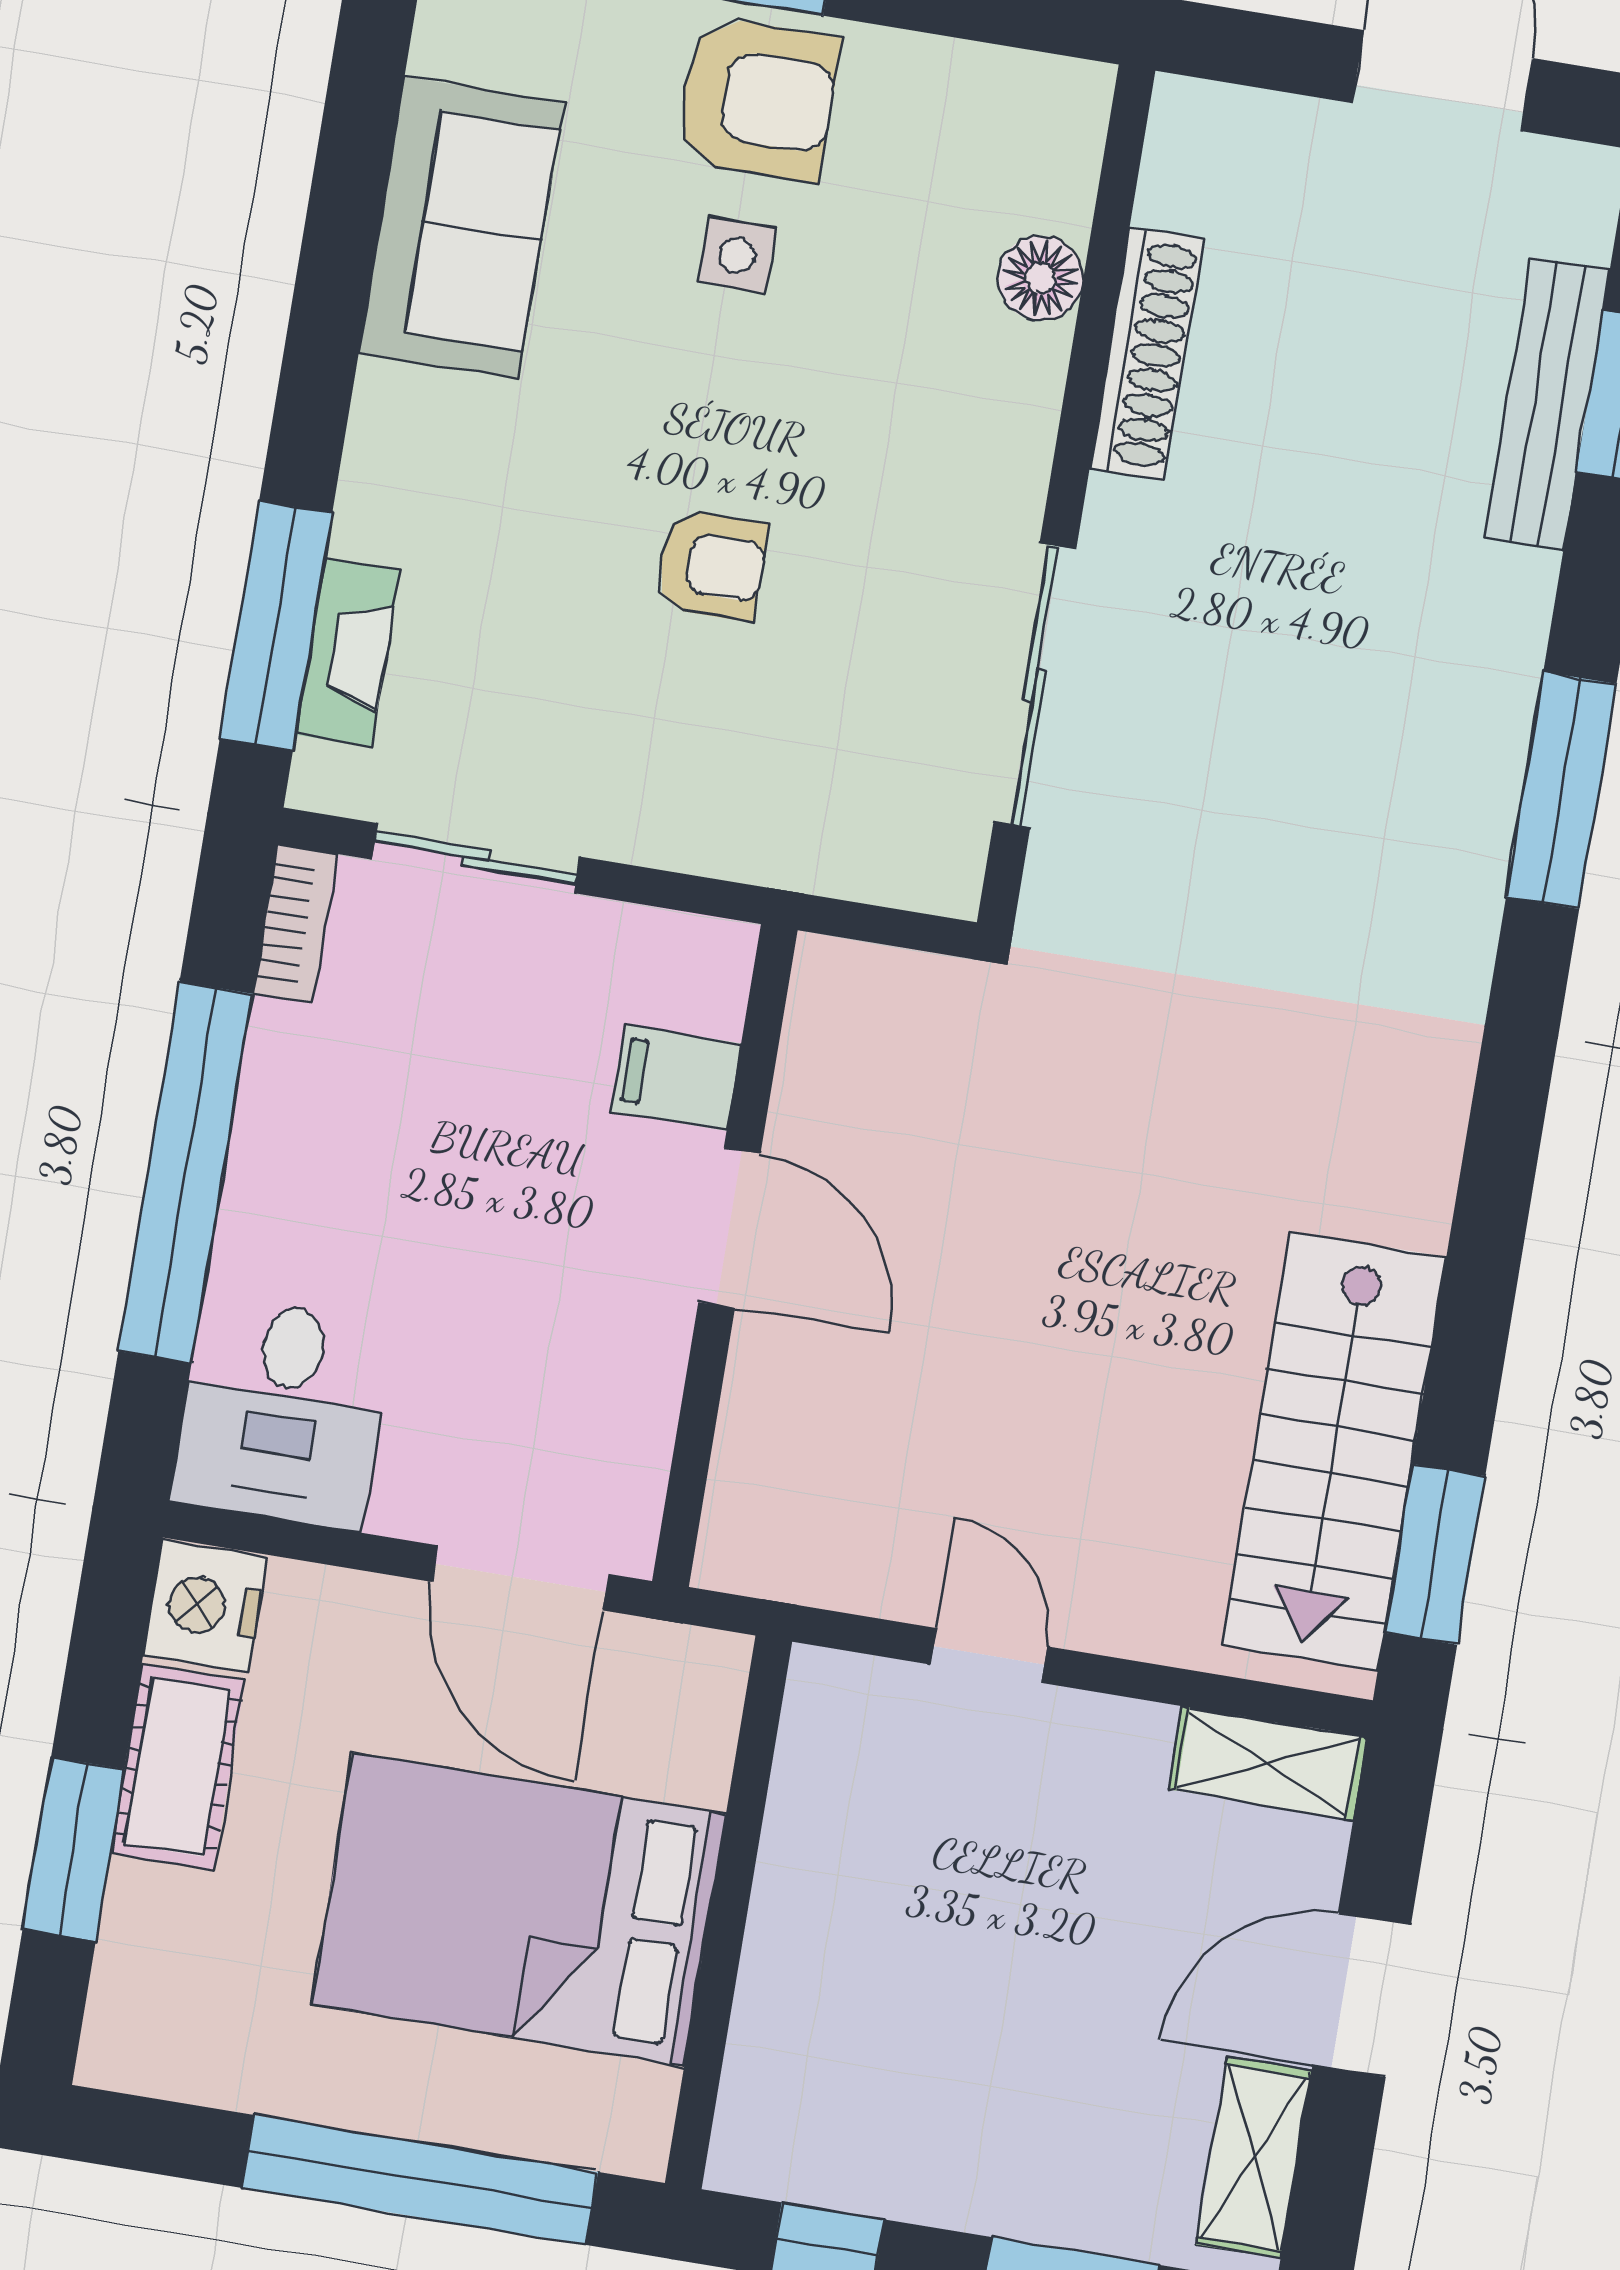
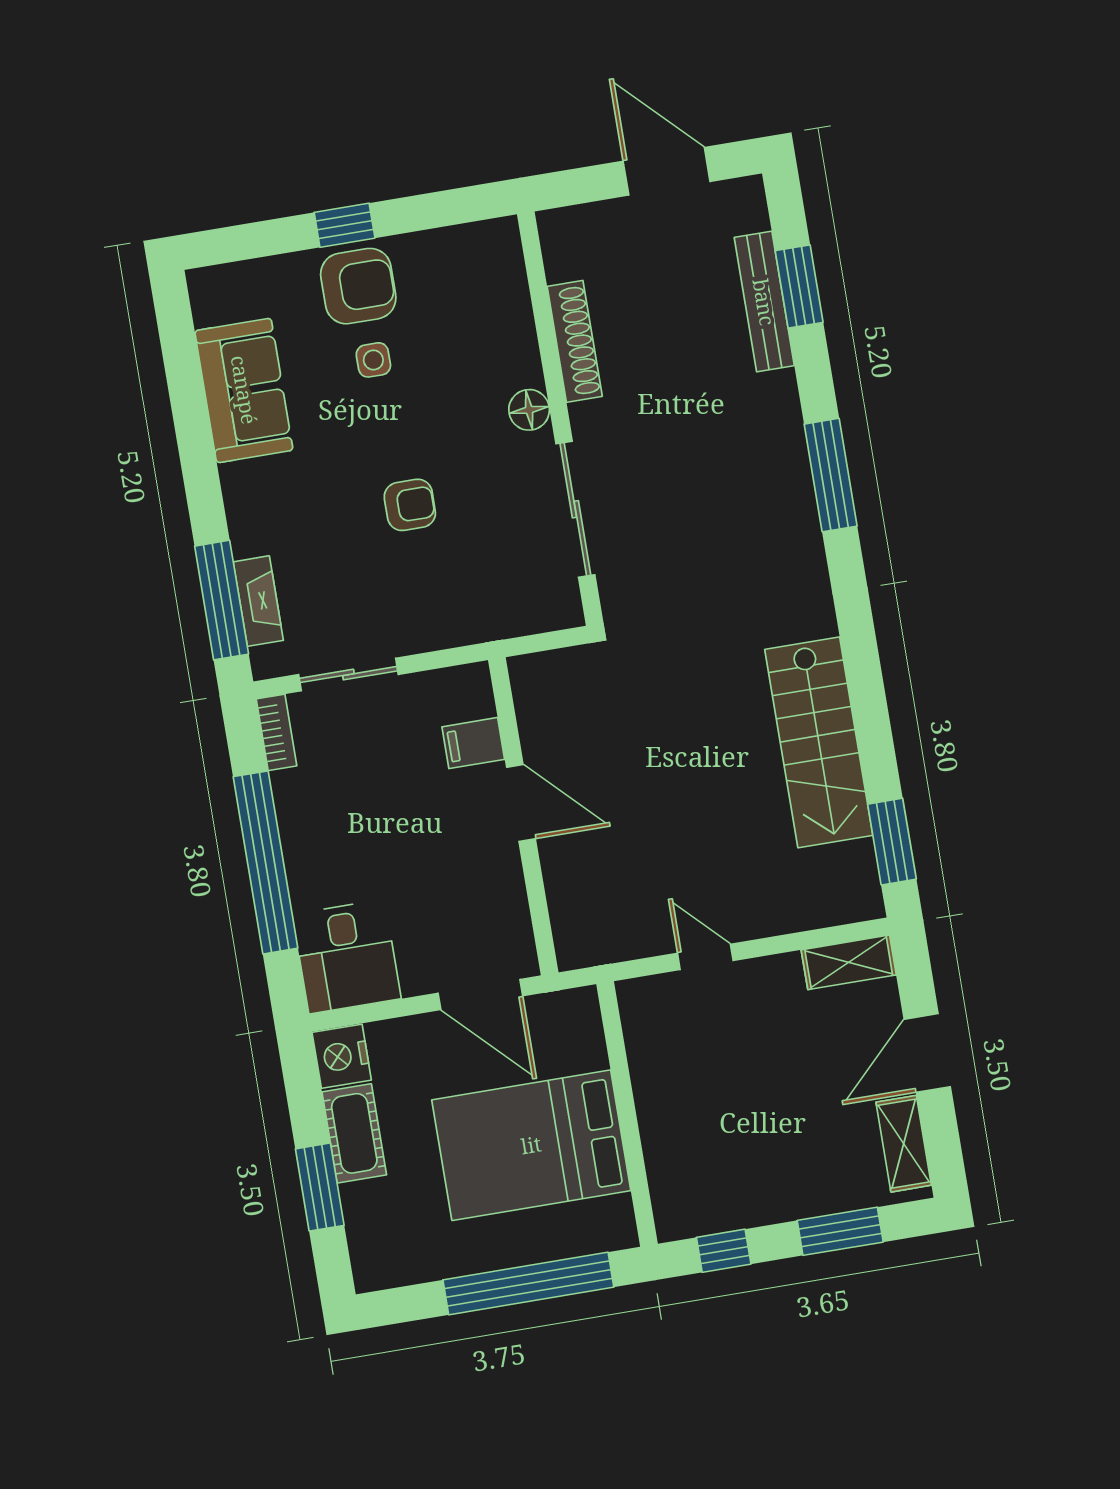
floor lamp: (1041, 278) -> (529, 410), moved
stairs: (1334, 1451) -> (819, 742), moved

